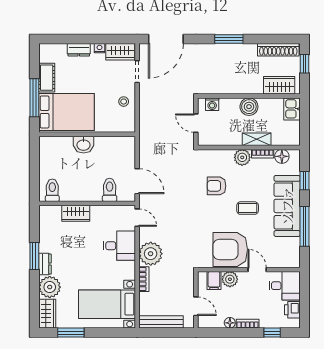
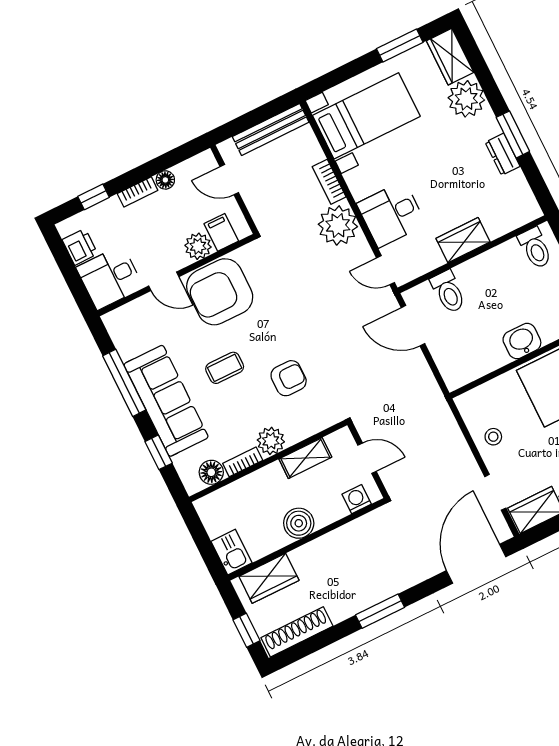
shelving: (257, 139) -> (305, 458), moved
wardrobe: (76, 213) -> (463, 240), moved
armchair: (230, 250) -> (220, 292), turned 180
dresser: (45, 264) -> (503, 154), moved

